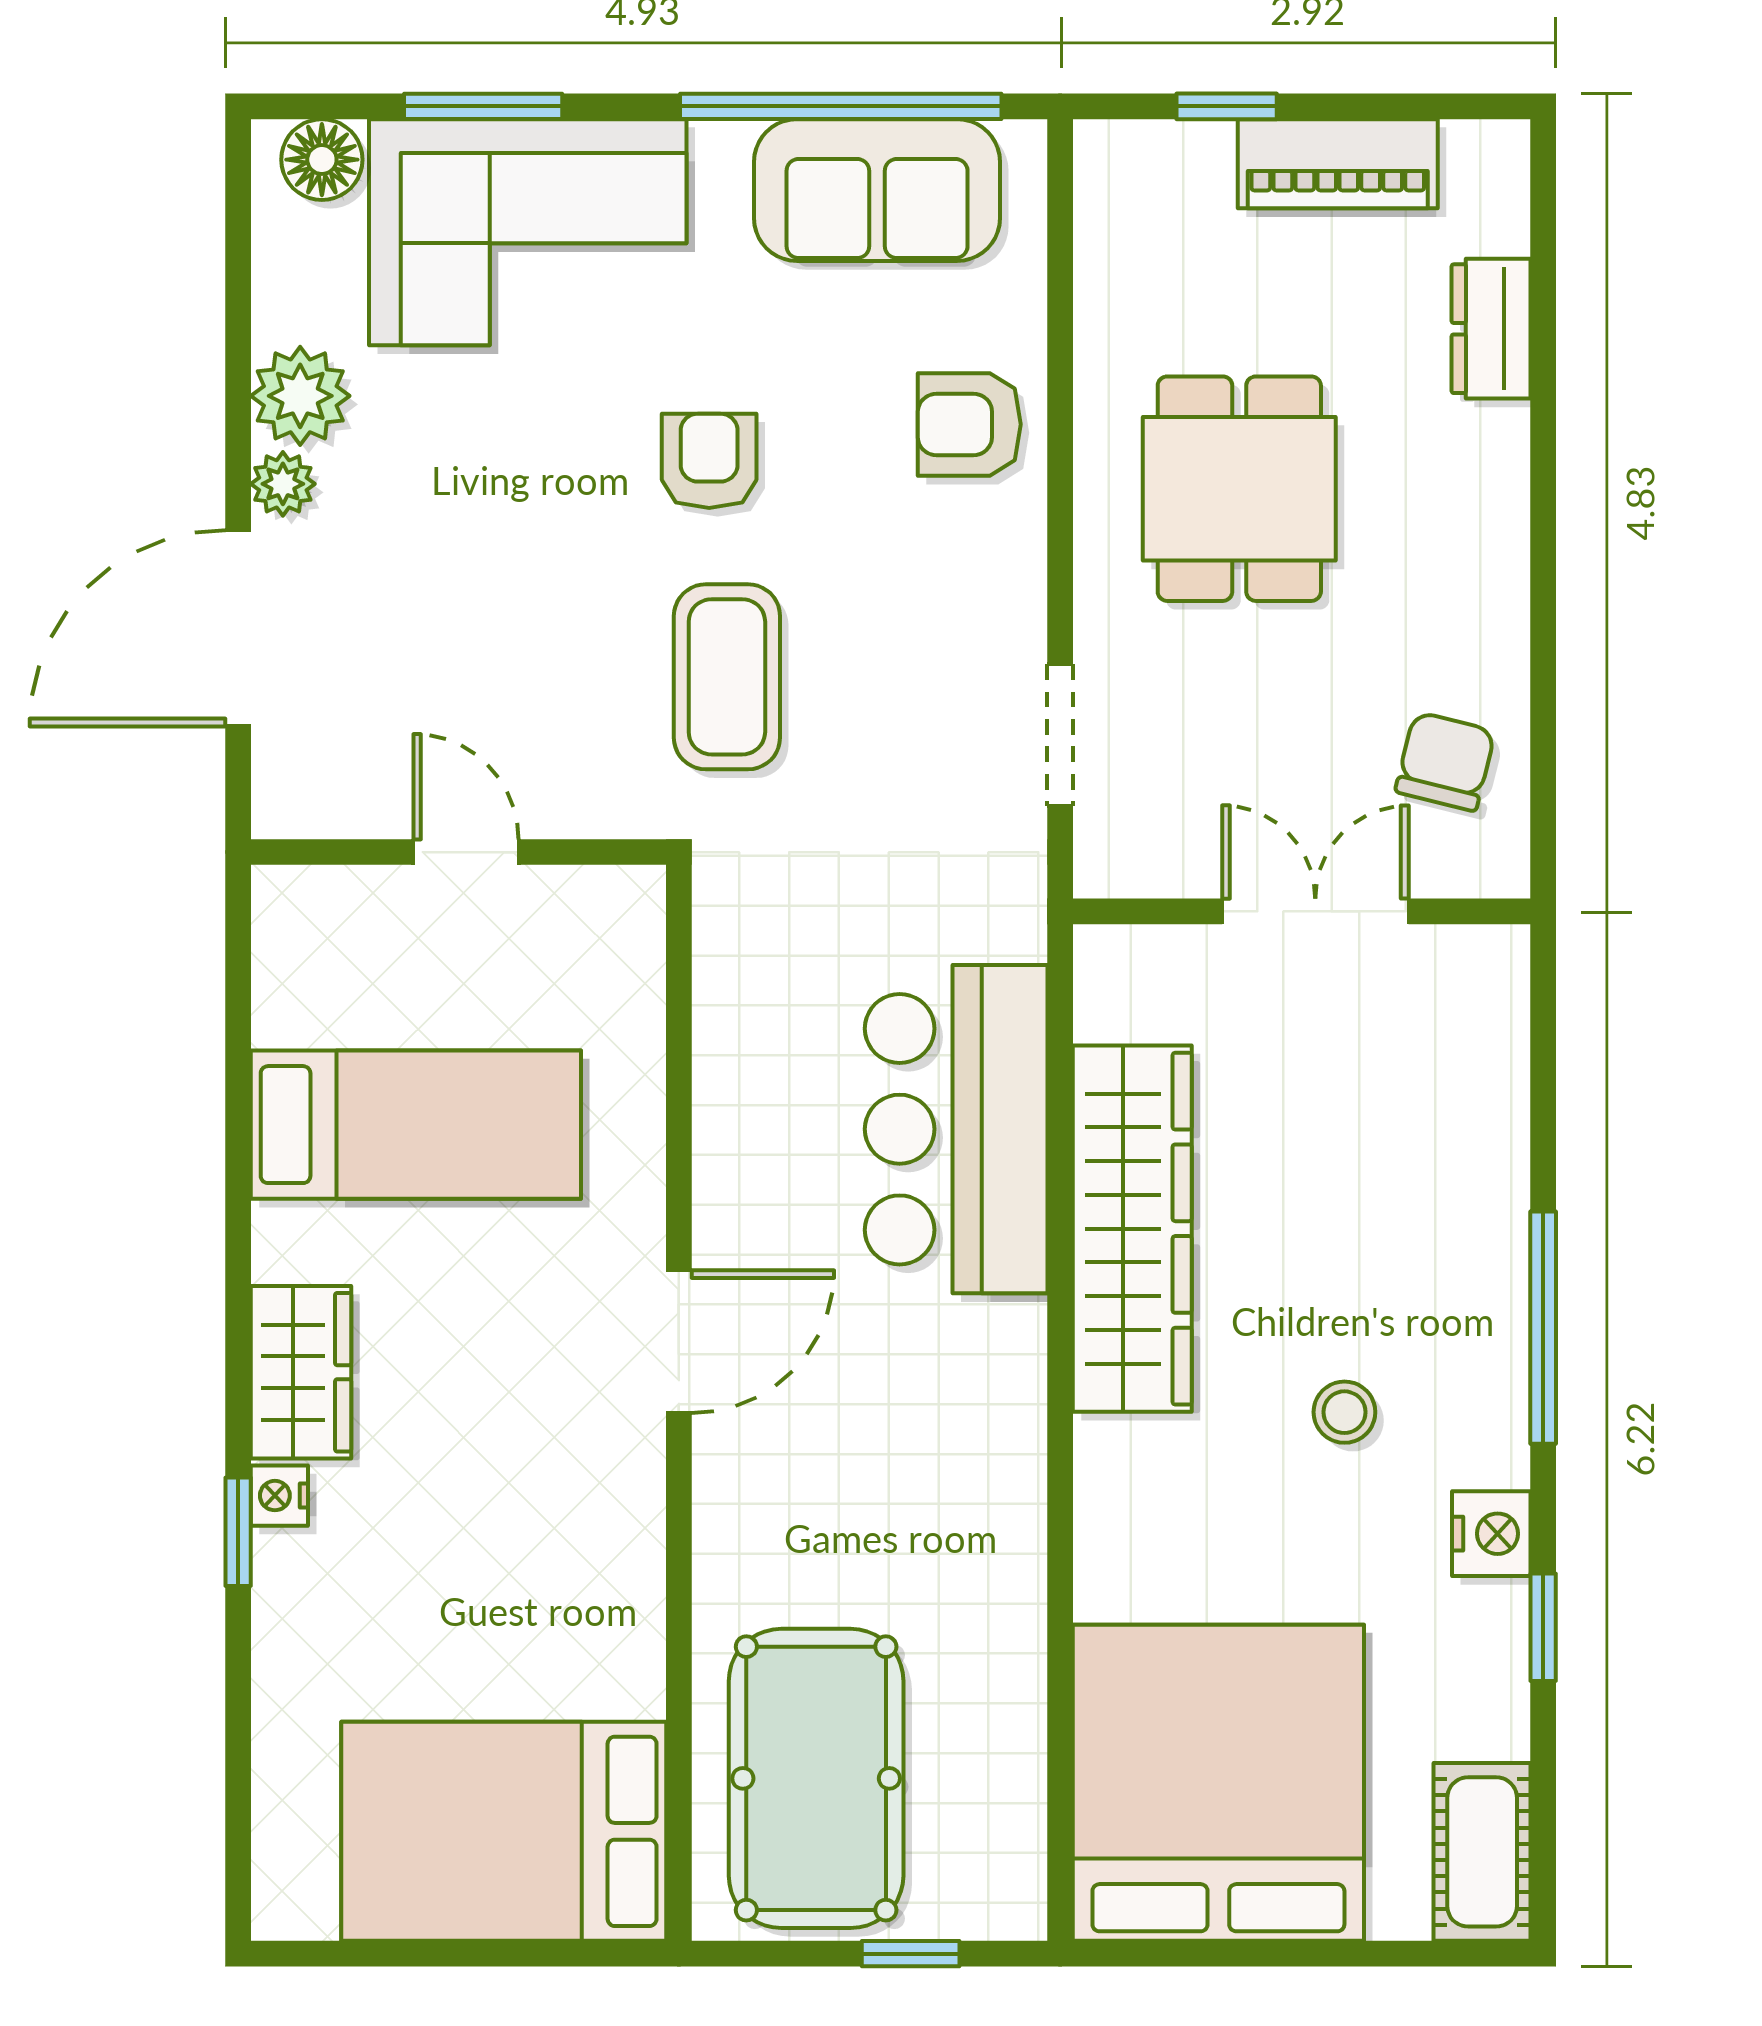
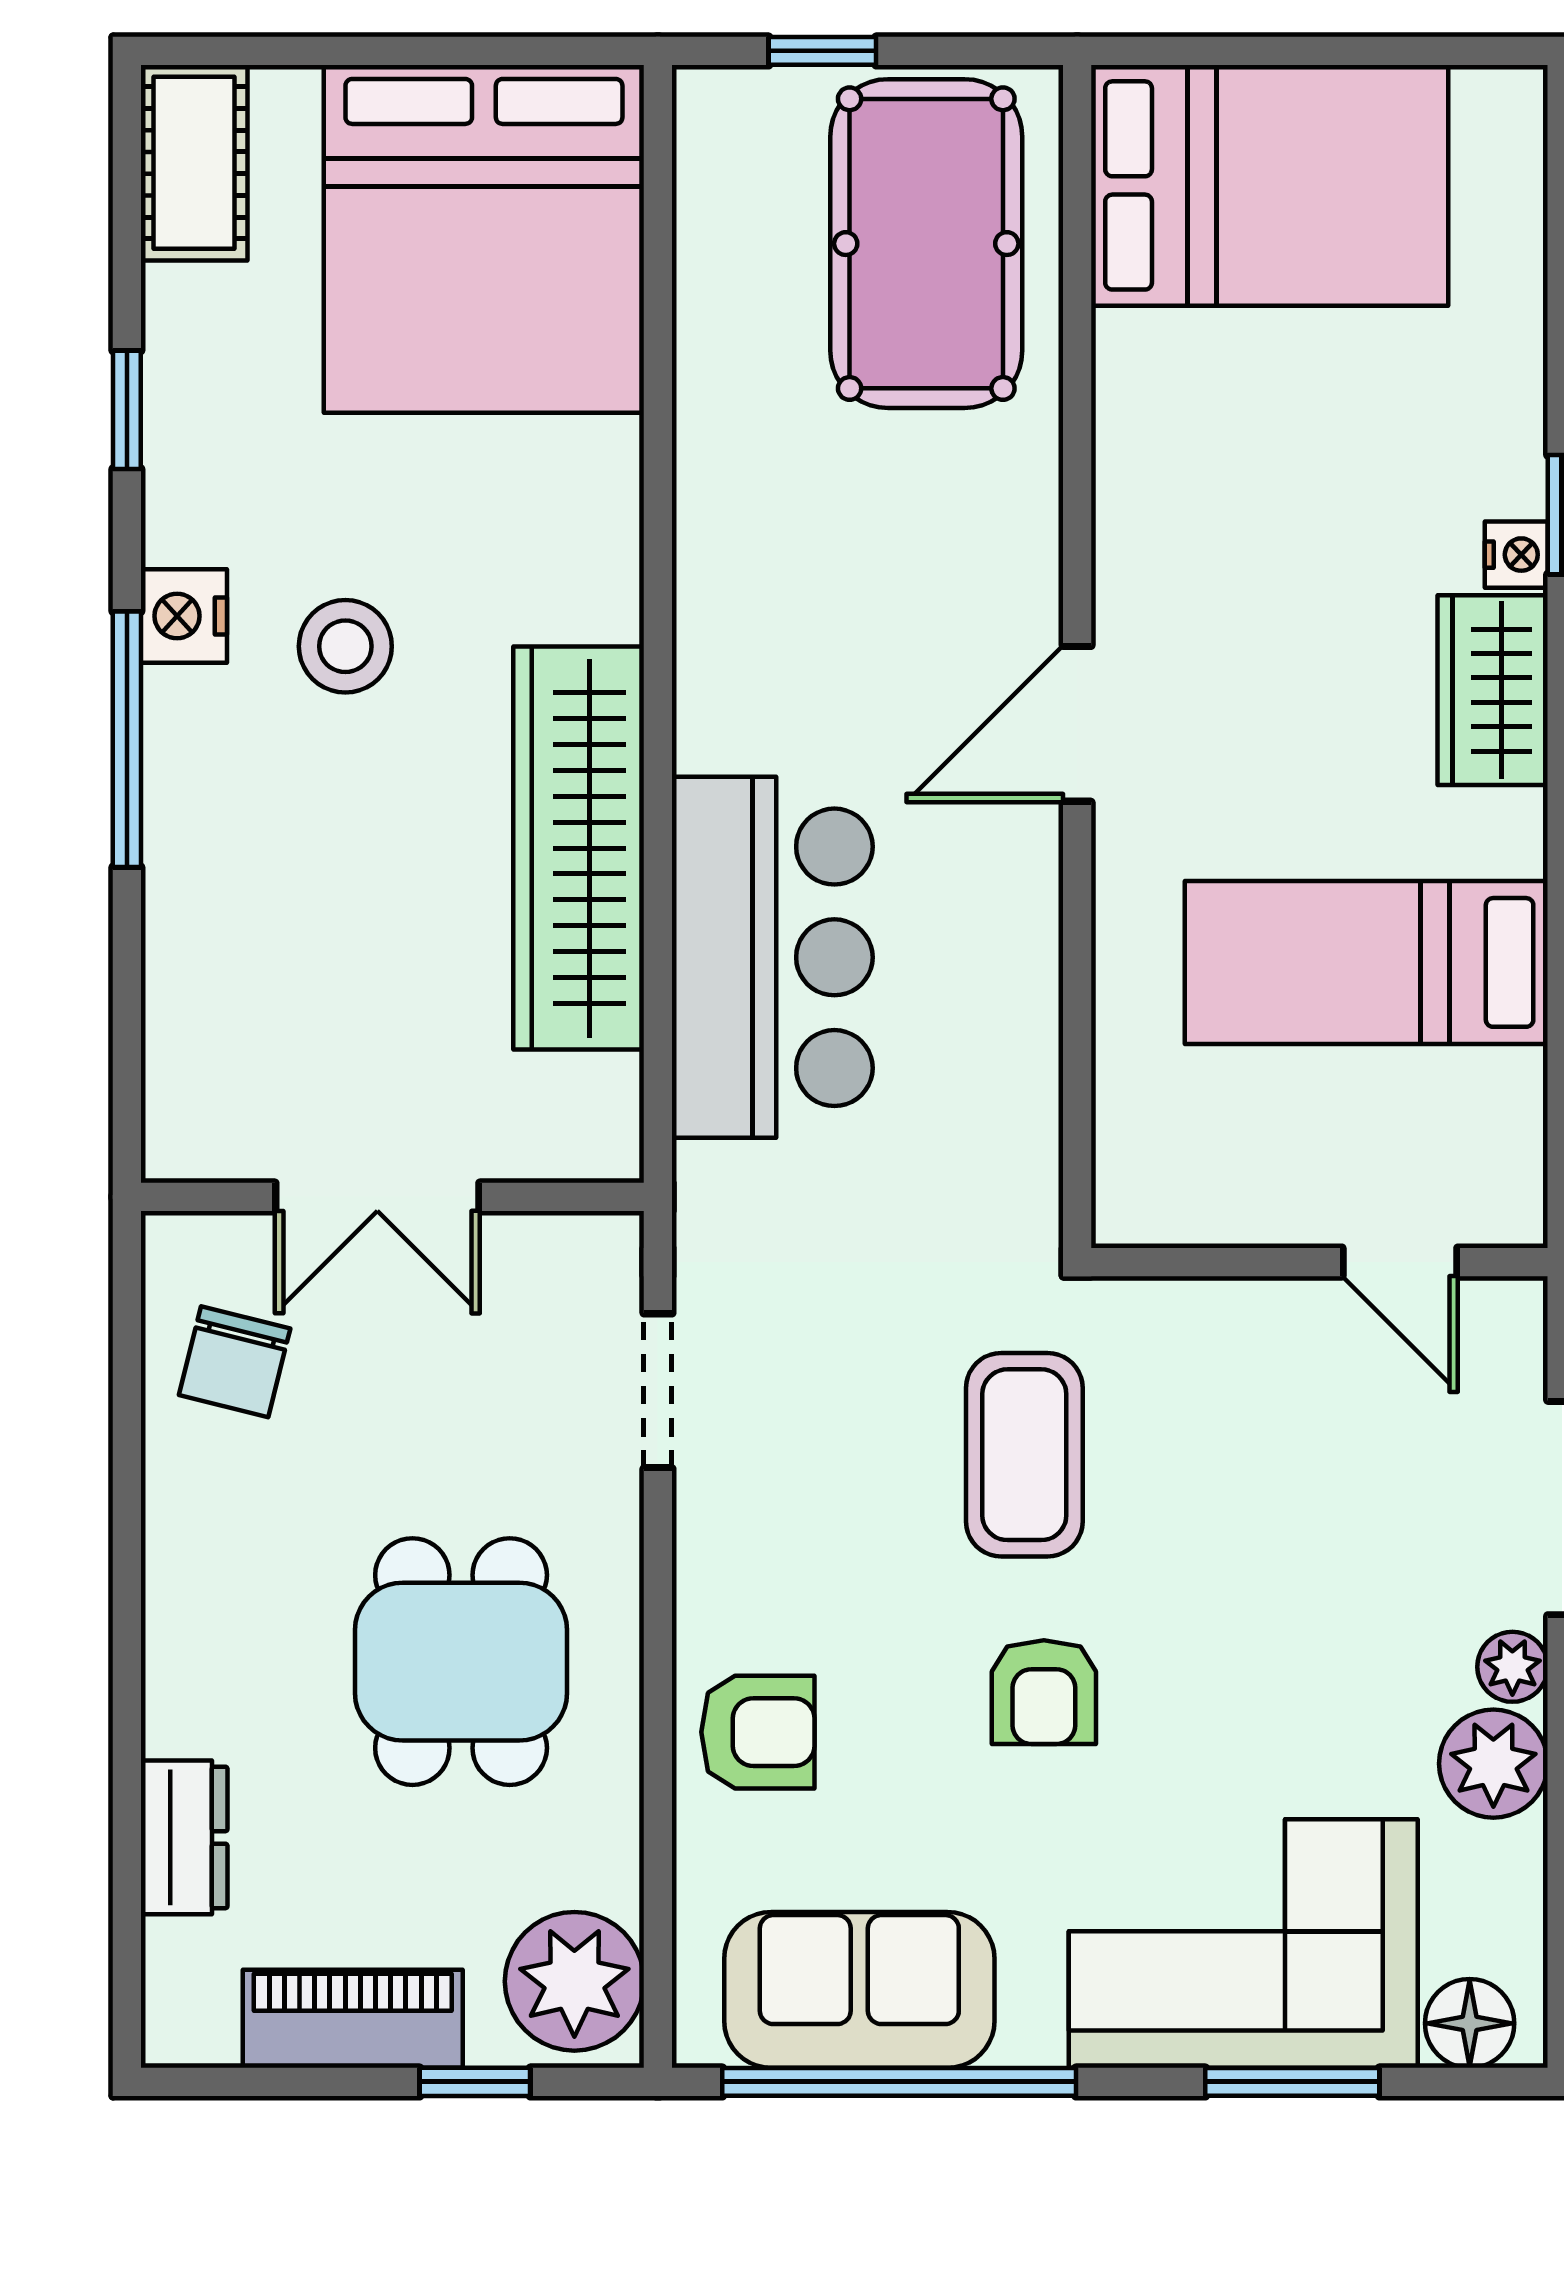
plant: (1136, 198) -> (574, 1981), added
door: (466, 852) -> (1400, 1262), moved
stool: (1344, 1412) -> (345, 646), width x1.37, depth x1.37
nightstand: (1491, 1534) -> (184, 616), moved

